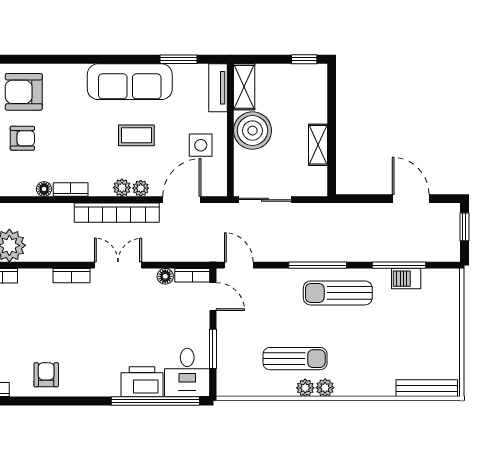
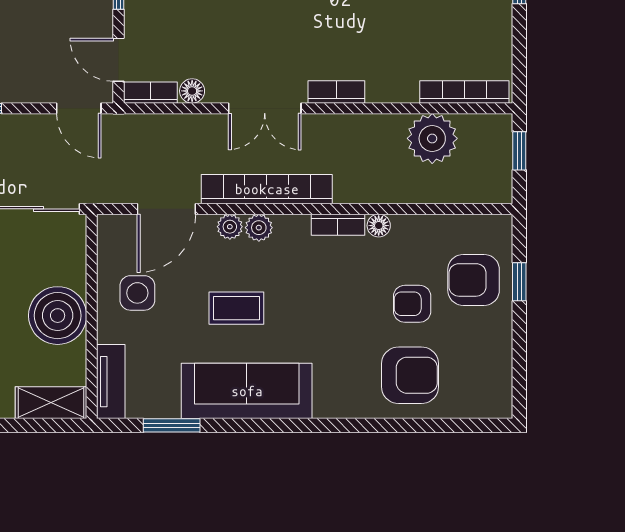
shelving: (244, 87) -> (51, 403), moved, turned 90

